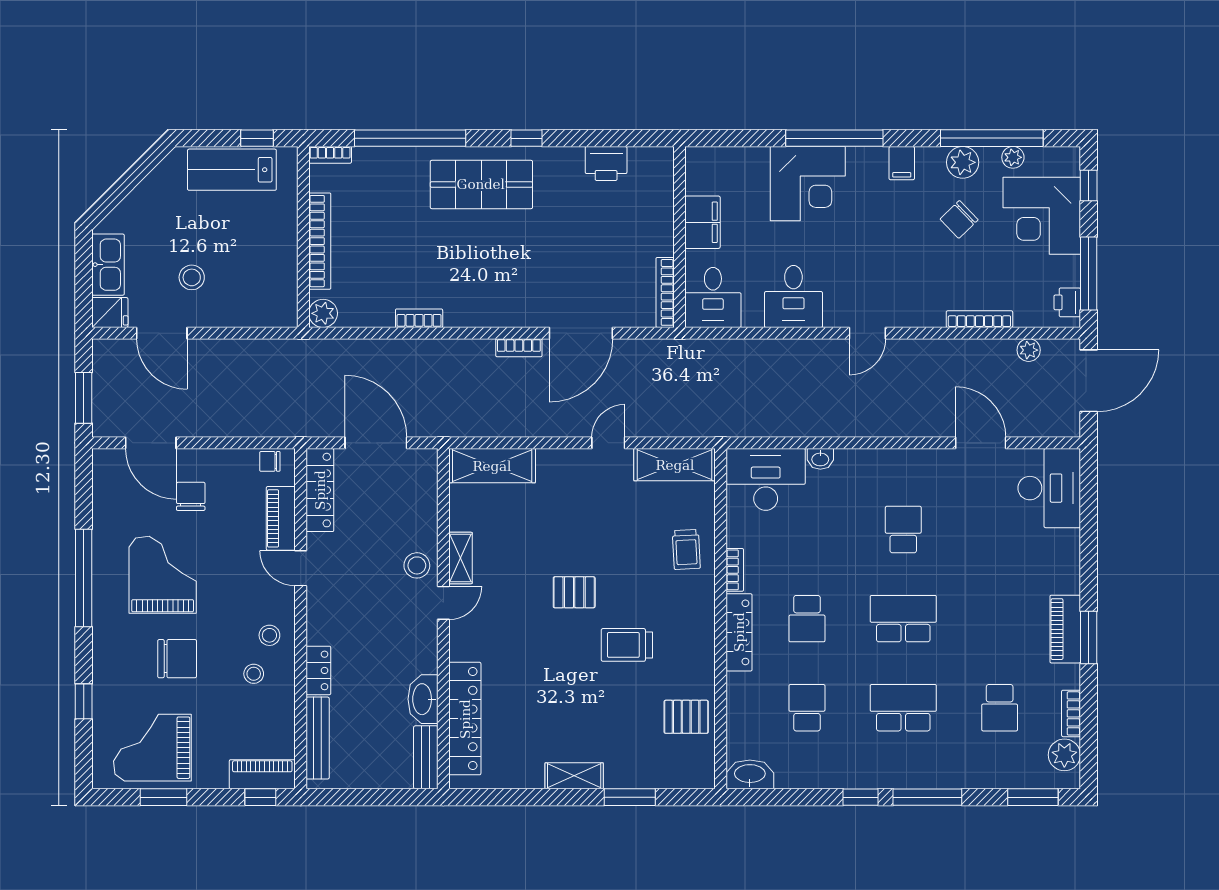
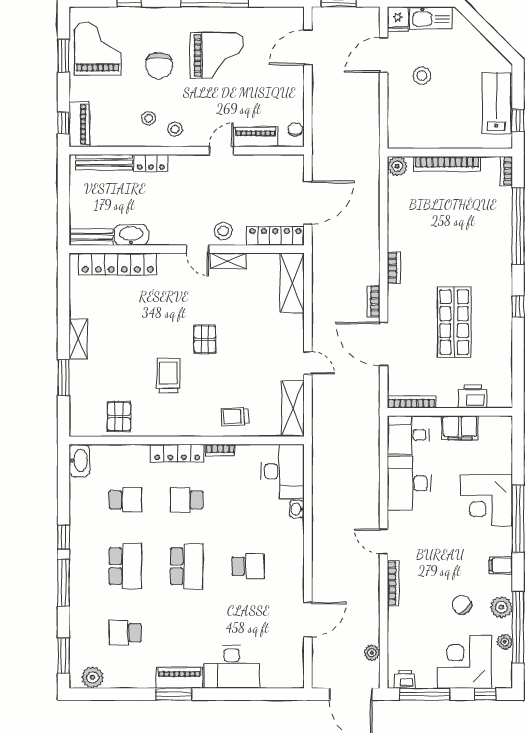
printer: (606, 163) -> (473, 396), moved, turned 90
shop shelf: (481, 184) -> (454, 322), moved
desk: (793, 296) -> (409, 483), width x1.37
bookcase: (419, 318) -> (394, 268), moved
bookcase: (979, 319) -> (393, 583), moved
desk: (1049, 488) -> (232, 667), moved
locker: (320, 490) -> (275, 236), moved, turned 180
chair: (191, 496) -> (271, 75), removed
bookcase: (1071, 713) -> (121, 682), removed

